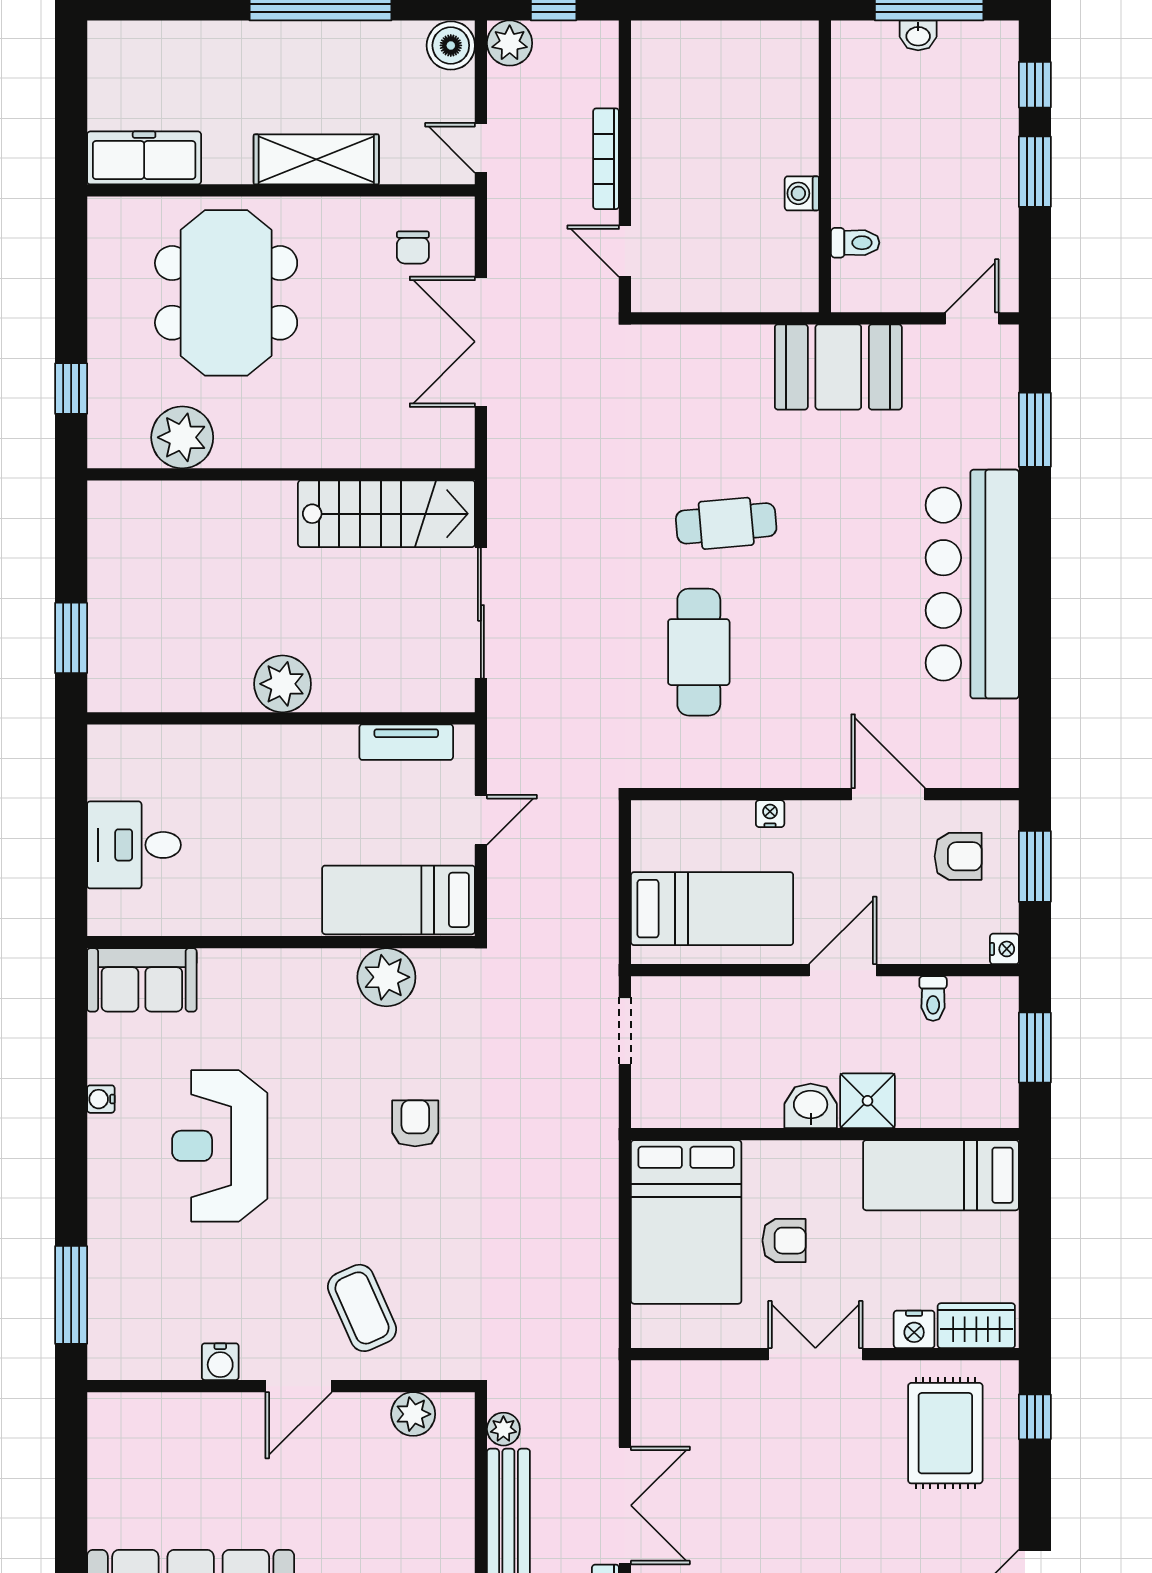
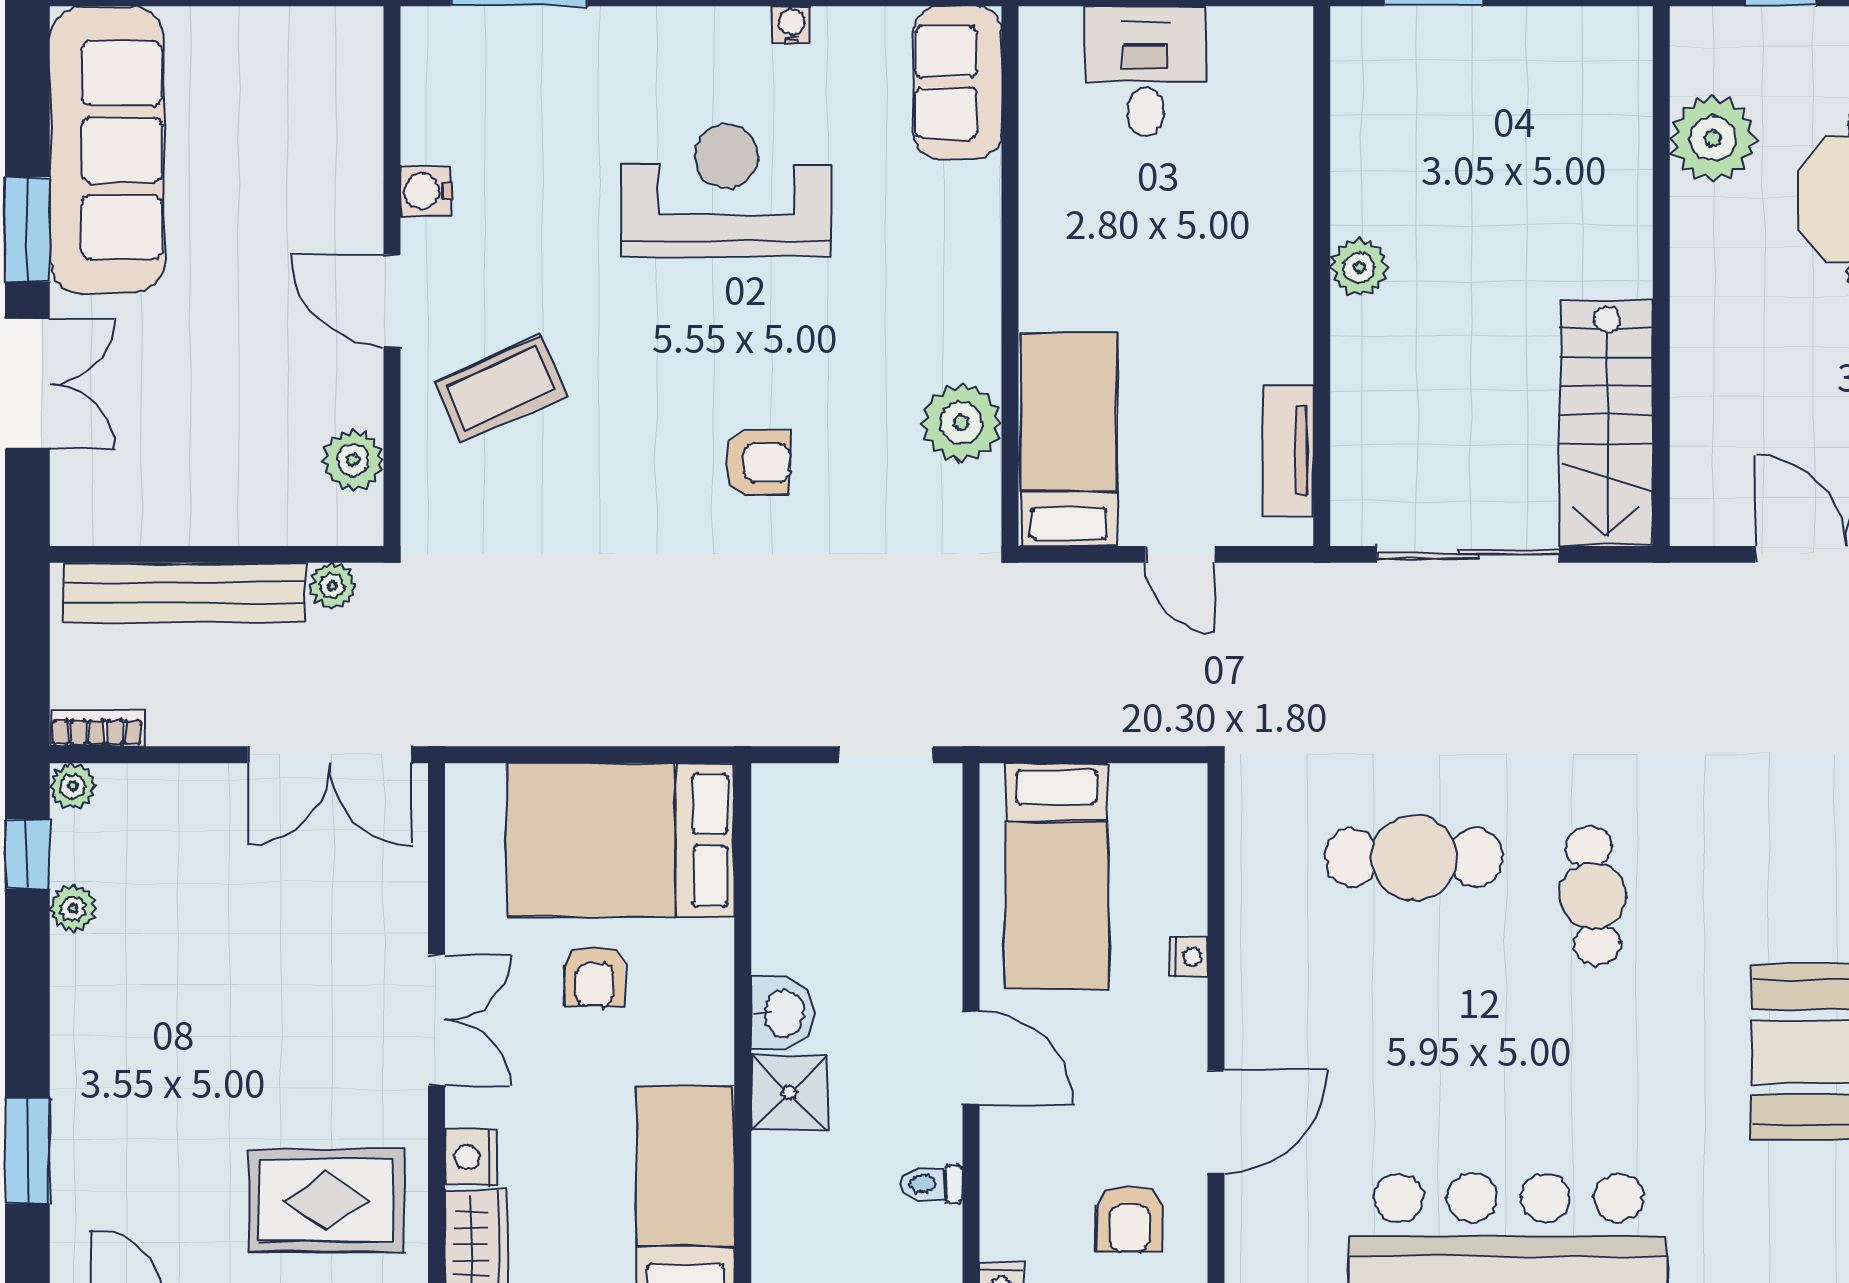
plant: (283, 684) -> (1359, 268), width x0.73, depth x0.73
double door: (625, 1505) -> (330, 755), moved

